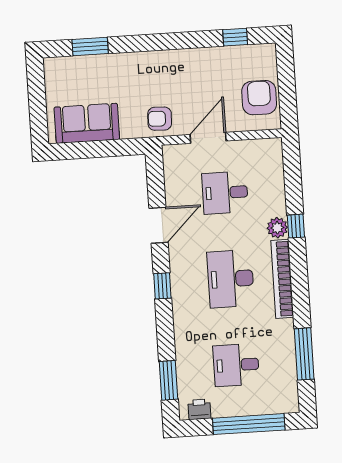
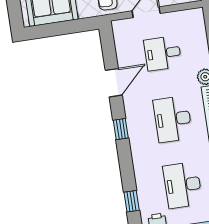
desk: (236, 365) -> (183, 185), width x1.37
window: (168, 380) -> (132, 201), width x0.67

